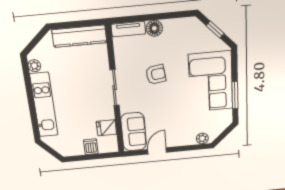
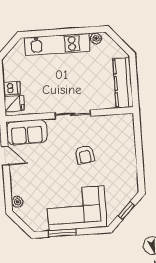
floor lamp: (154, 28) -> (129, 153), removed
tv unit: (128, 29) -> (128, 129), removed
fridge: (106, 128) -> (14, 104), moved, turned 90

